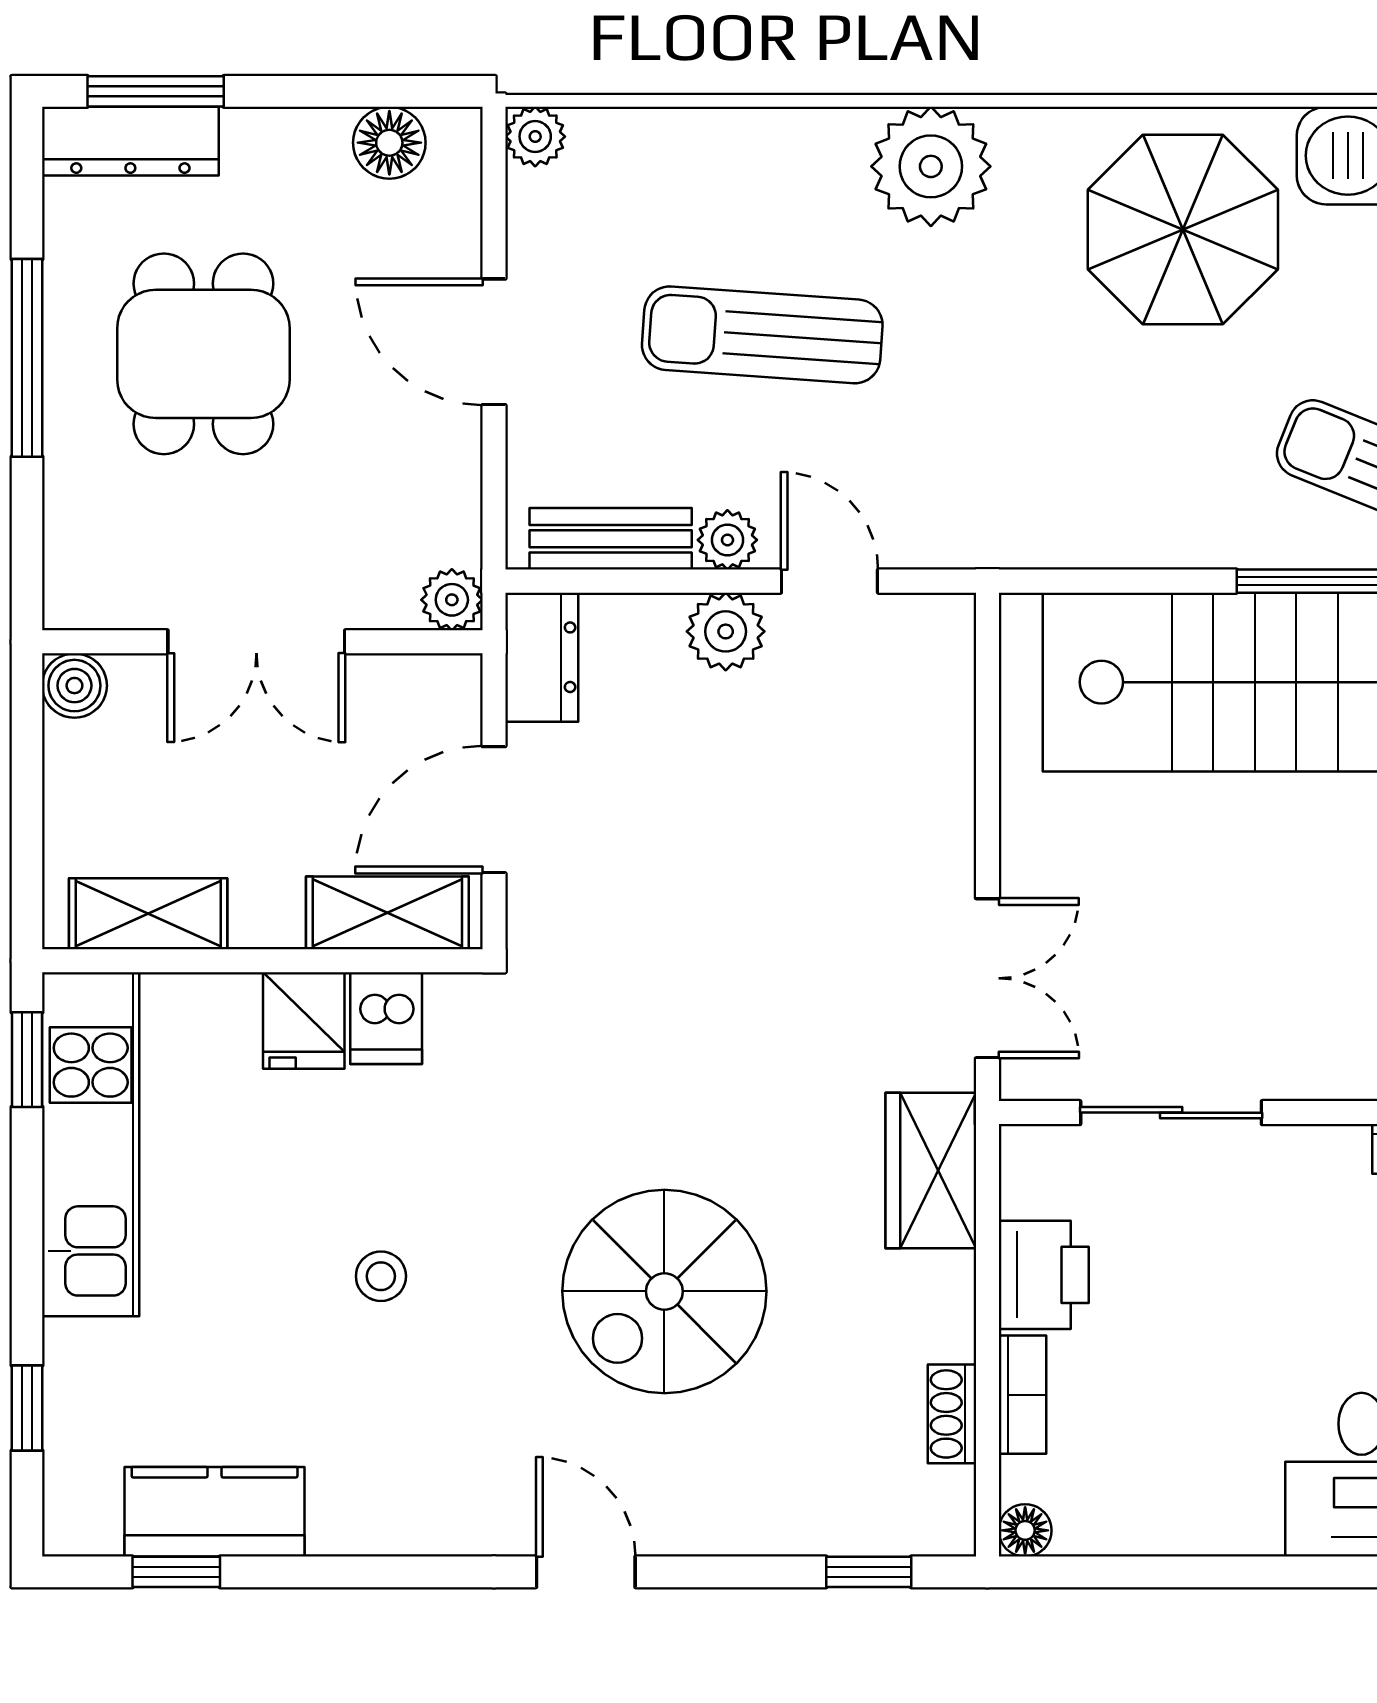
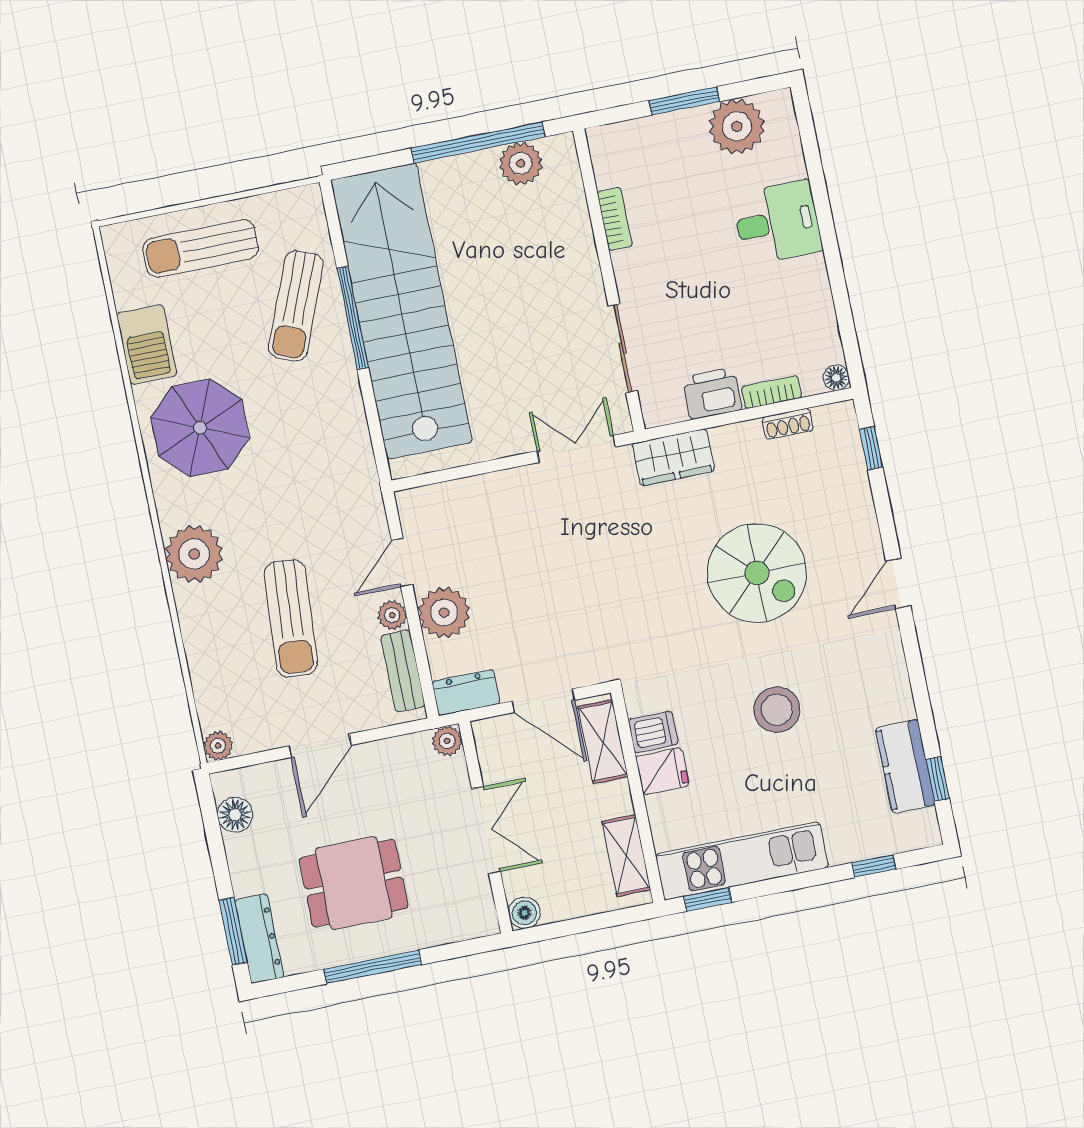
plant: (726, 631) -> (444, 613), width x1.36, depth x1.36
stool: (381, 1276) -> (777, 710), width x1.89, depth x1.89

